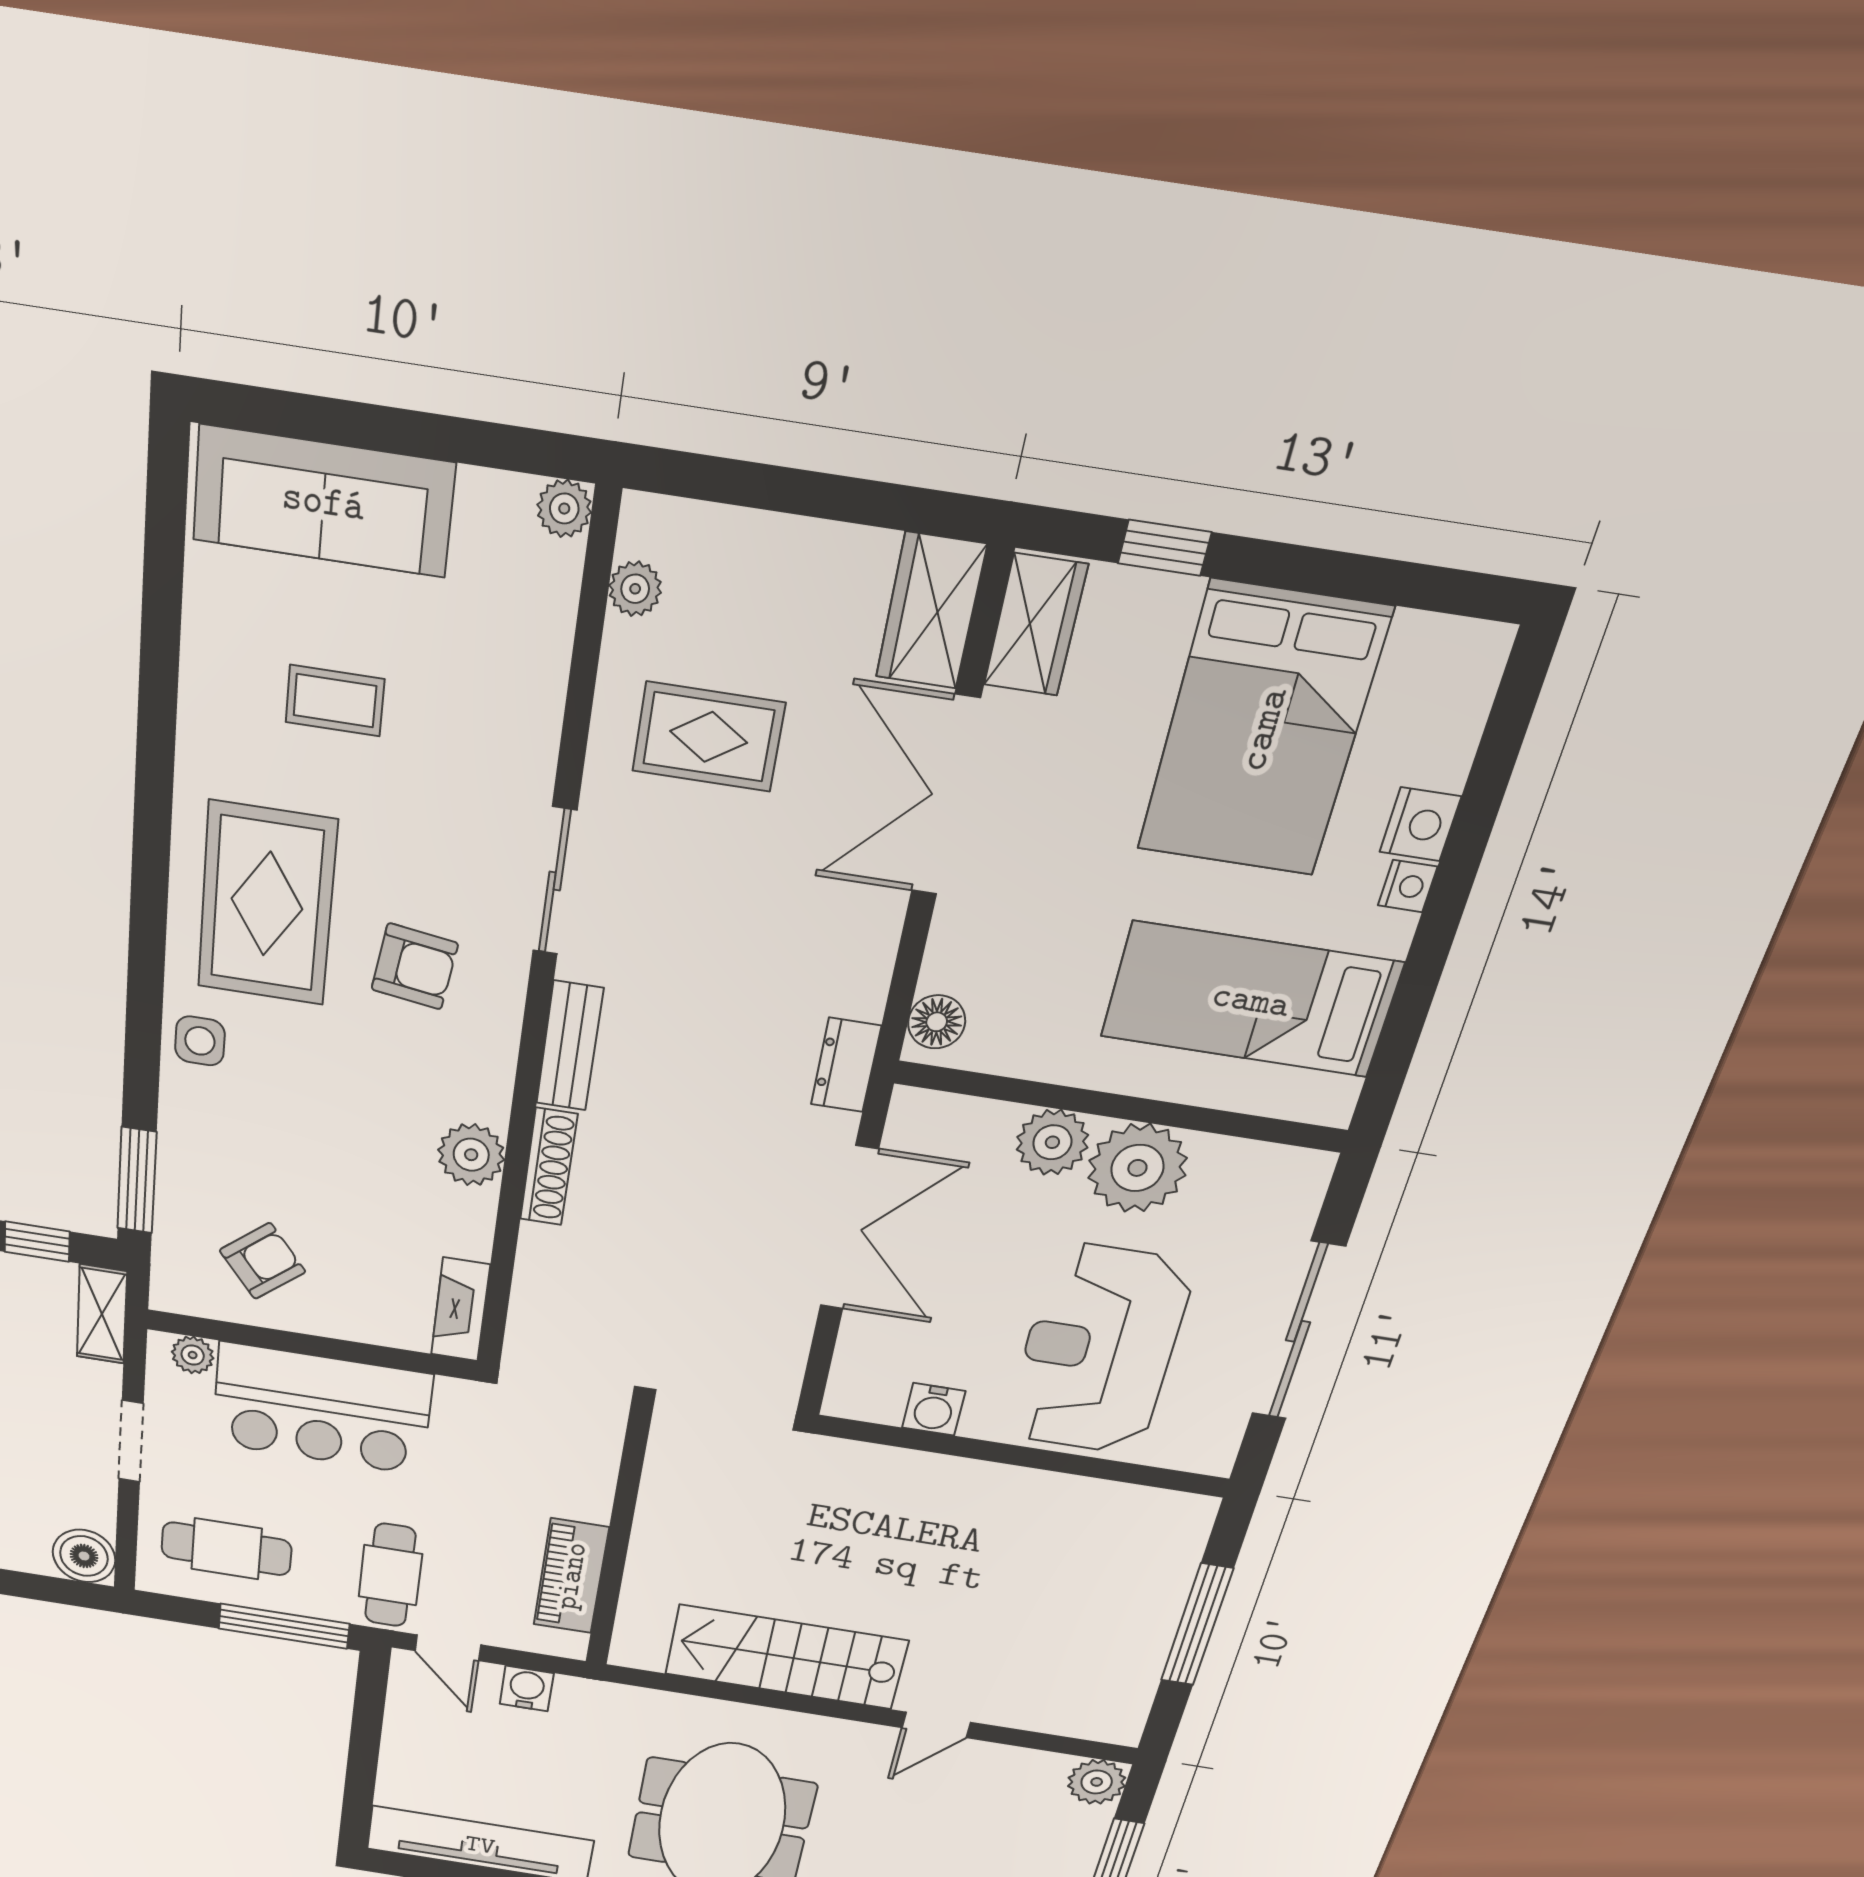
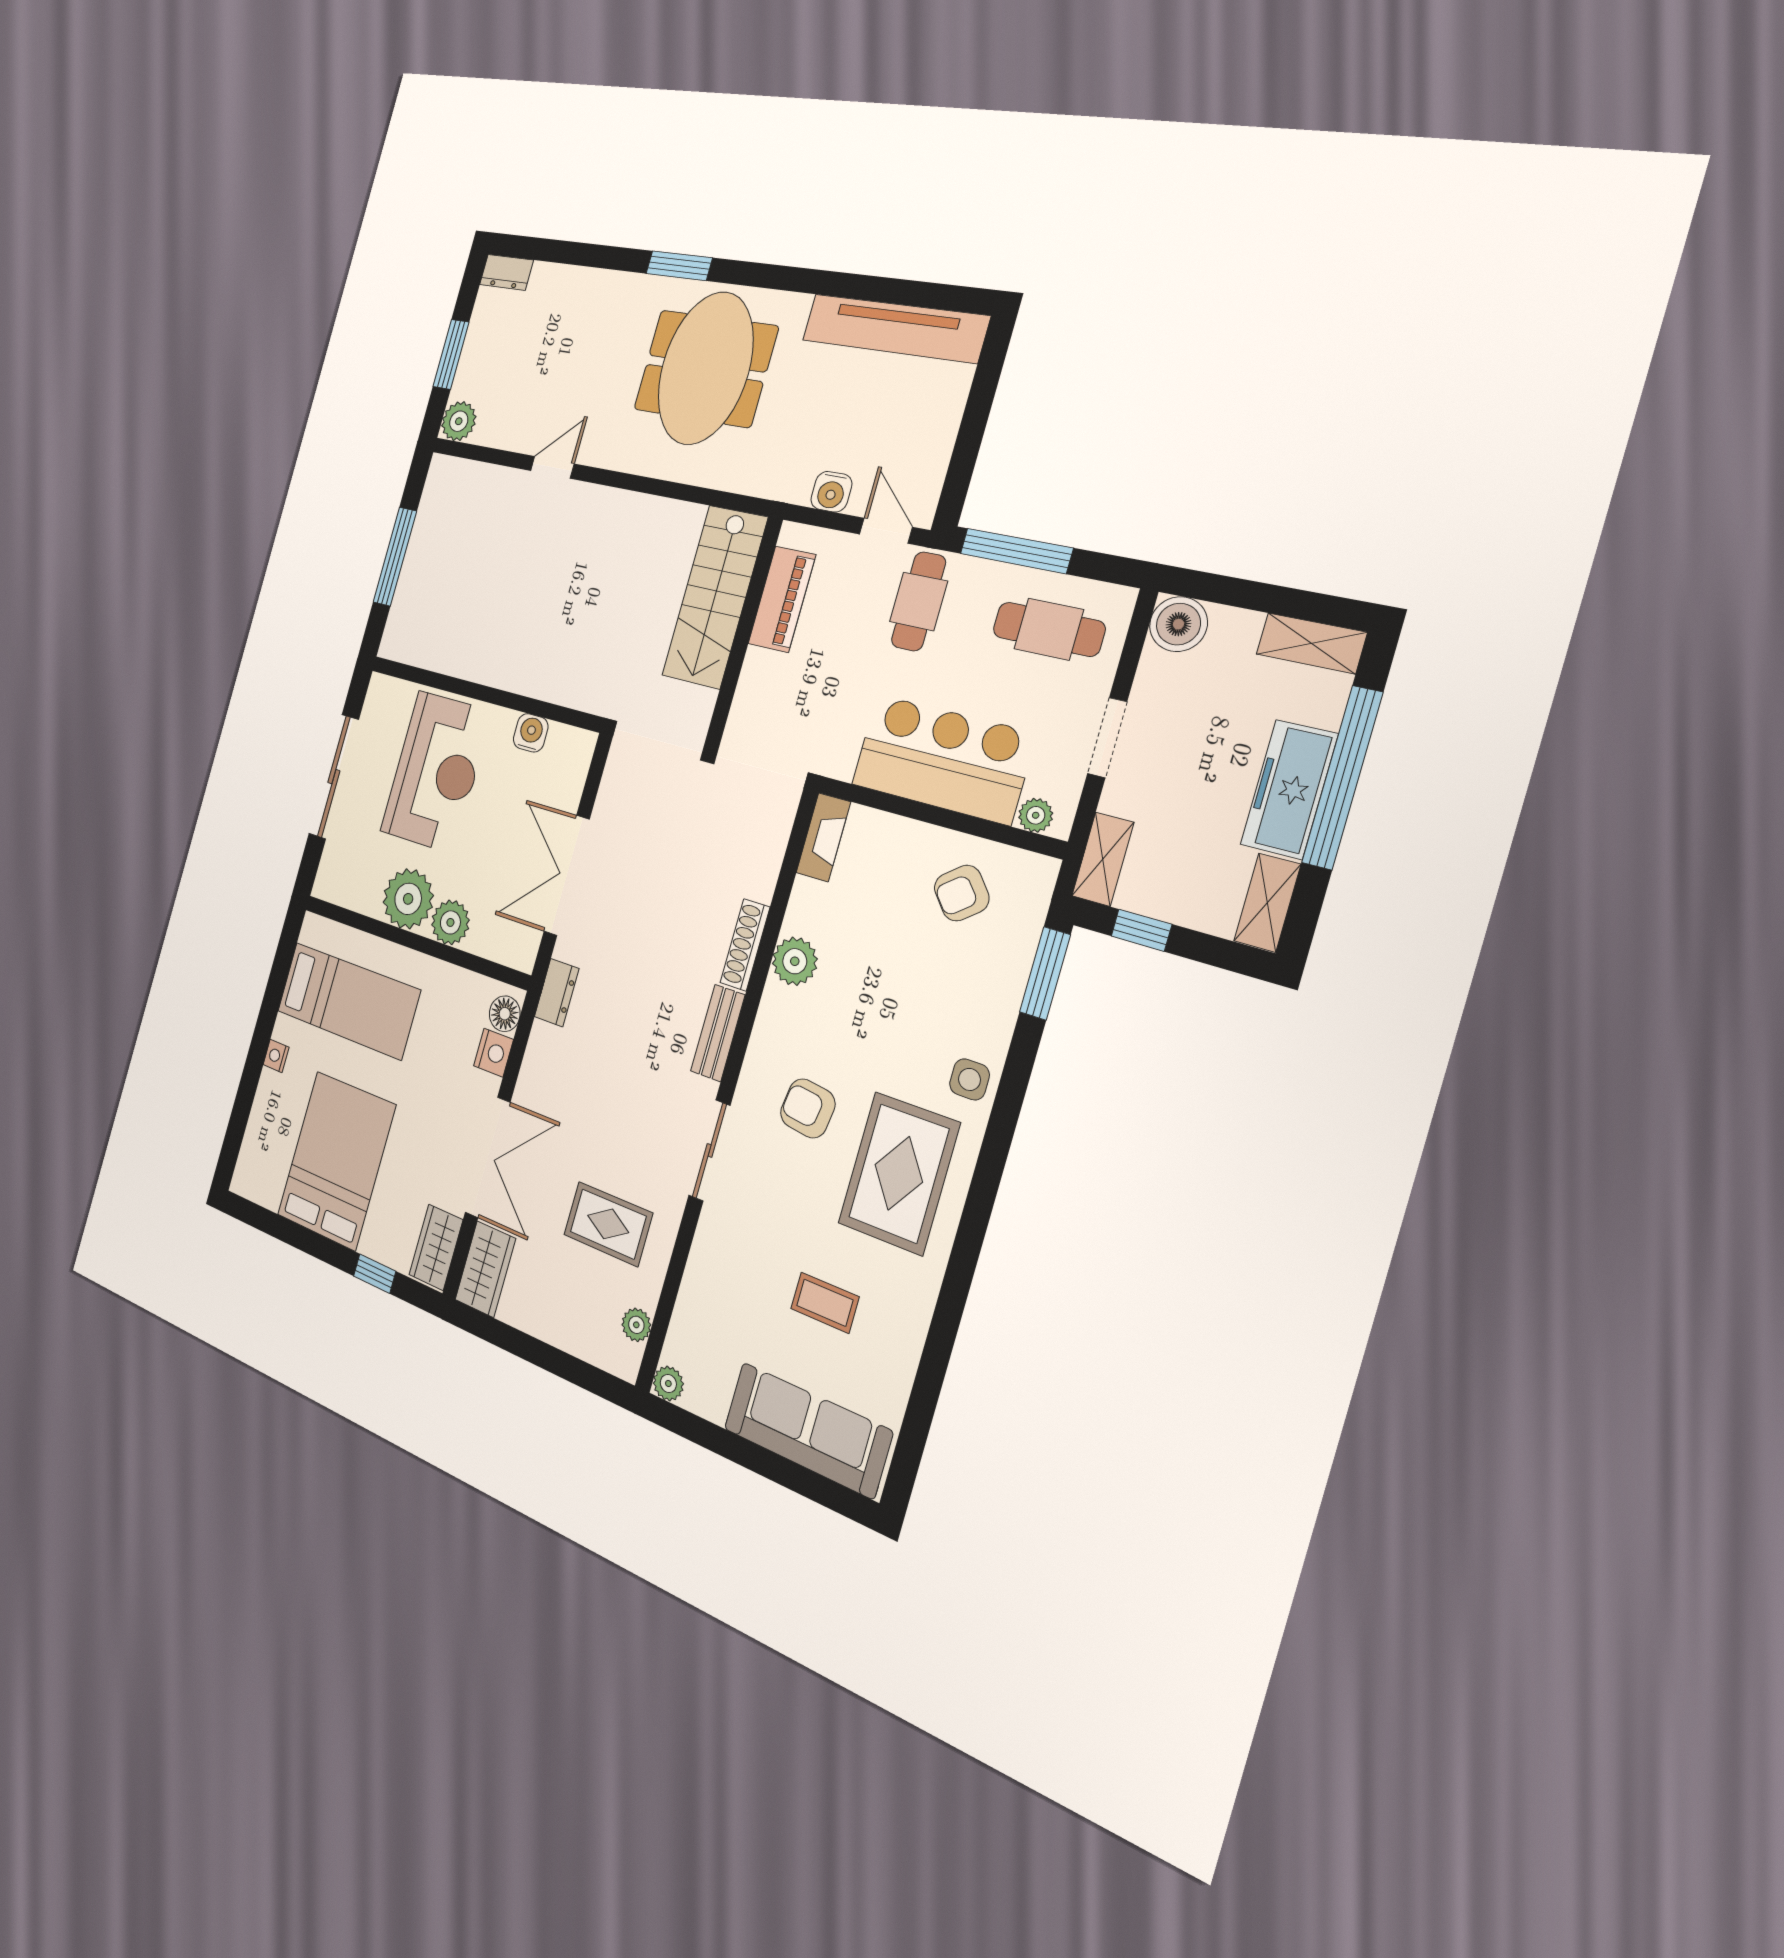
nightstand: (1420, 824) -> (494, 1053), moved, turned 180
stairs: (786, 1657) -> (715, 597), moved, turned 90

